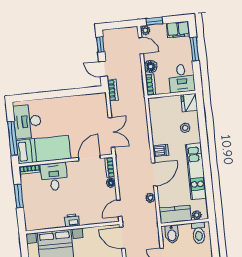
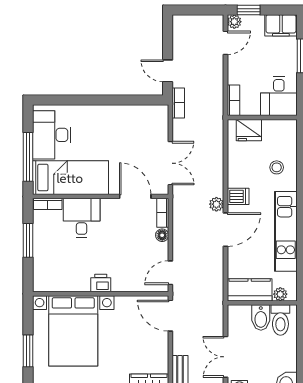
window: (100, 44) -> (168, 35), removed
door: (141, 45) -> (225, 43), hinge flipped
floor lamp: (151, 67) -> (236, 74), removed
fridge: (189, 103) -> (249, 130), moved, turned -90
door: (90, 158) -> (135, 196), hinge flipped
plant: (150, 198) -> (216, 204), moved
bidet: (172, 234) -> (261, 318), moved

